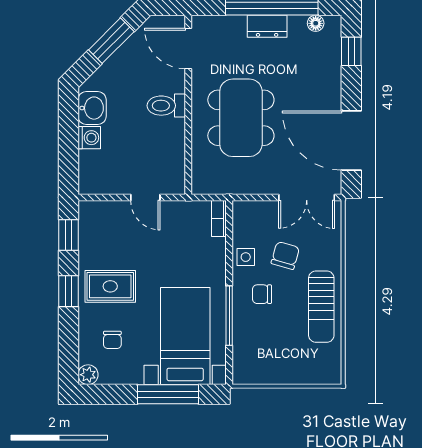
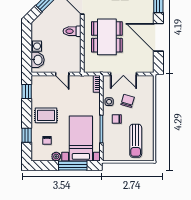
washbasin: (92, 108) -> (38, 60), moved
door: (351, 141) -> (158, 37), moved
double door: (307, 197) -> (123, 74), moved
window: (68, 291) -> (27, 135), moved
sun lounger: (321, 307) -> (136, 141), moved
plant: (88, 375) -> (56, 157), moved

